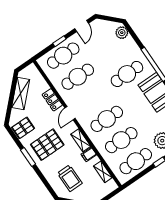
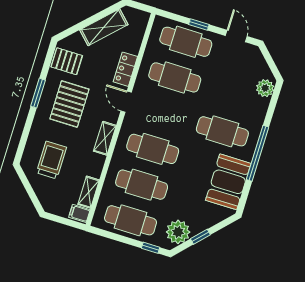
door: (82, 26) -> (236, 36), swing flipped
door: (70, 113) -> (126, 102), hinge flipped
pallet: (47, 145) -> (69, 104), turned 90
filing cabinet: (89, 154) -> (79, 213), moved
trolley: (70, 178) -> (51, 160), turned 180

